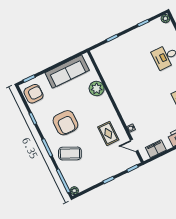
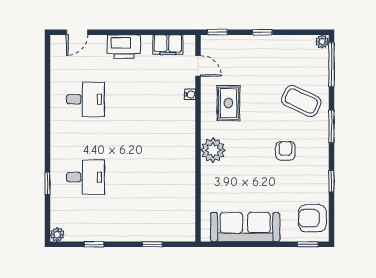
plant: (97, 88) -> (213, 150), moved
armchair: (65, 123) -> (285, 151), width x0.53, depth x0.53

